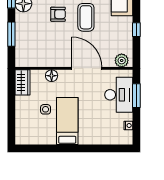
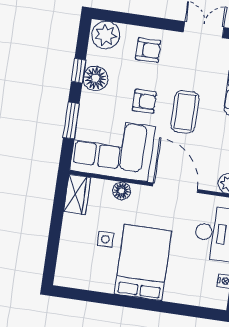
corner sofa: (41, 48) -> (113, 148), added
bed: (67, 121) -> (143, 262), width x1.50

